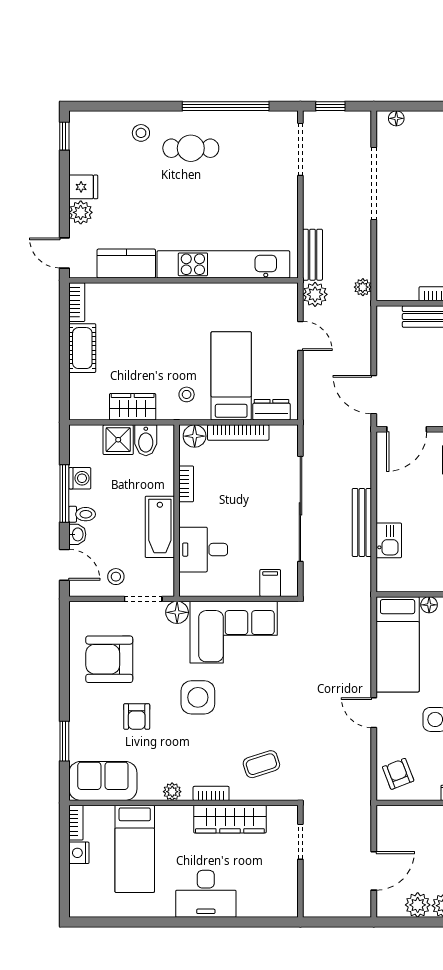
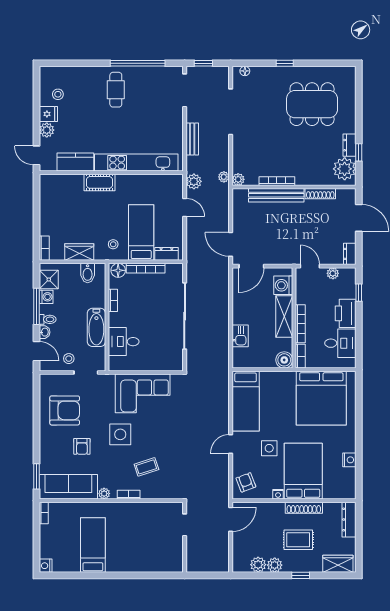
stool: (141, 133) -> (58, 94), moved
window: (64, 136) -> (36, 82), removed
cafe table: (191, 148) -> (116, 90), turned 90
bench: (313, 255) -> (192, 139), moved
plant: (386, 291) -> (238, 179), added
bookcase: (77, 302) -> (44, 248), moved
cot: (82, 348) -> (99, 182), moved, turned 90
shower: (118, 440) -> (49, 279), moved
bench: (362, 522) -> (223, 325), removed
filing cabinet: (270, 583) -> (166, 363), removed
floor lamp: (429, 605) -> (265, 376), removed
floor lamp: (177, 612) -> (107, 381), removed
armchair: (109, 659) -> (65, 410), turned 180
door: (374, 713) -> (231, 444), hinge flipped
window: (64, 741) -> (36, 476), moved
coffee table: (261, 764) -> (146, 467), moved
sofa: (103, 781) -> (68, 487), width x1.36
wardrobe: (230, 819) -> (140, 511), removed
bed: (135, 849) -> (93, 545), moved, turned 180
nightstand: (79, 853) -> (46, 566), moved
door: (374, 871) -> (231, 519), moved
desk: (206, 894) -> (125, 558), removed

